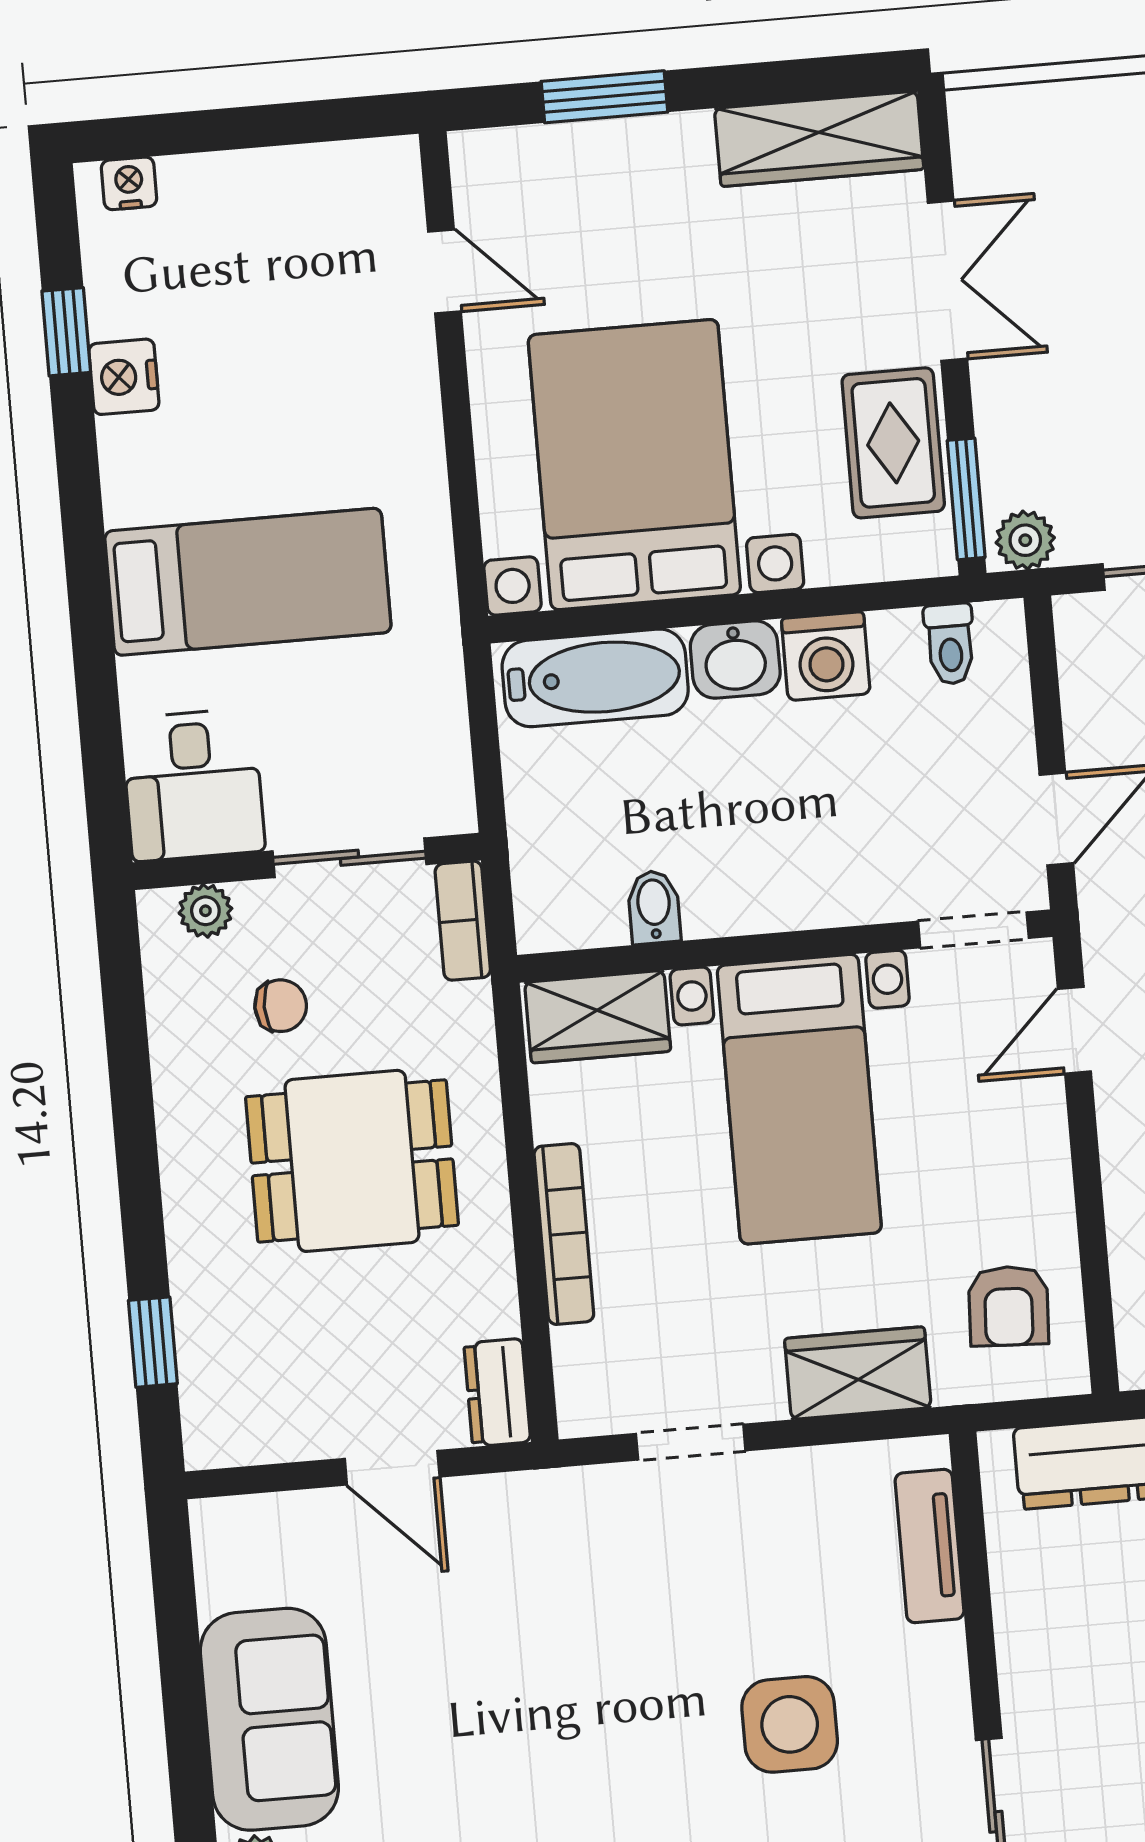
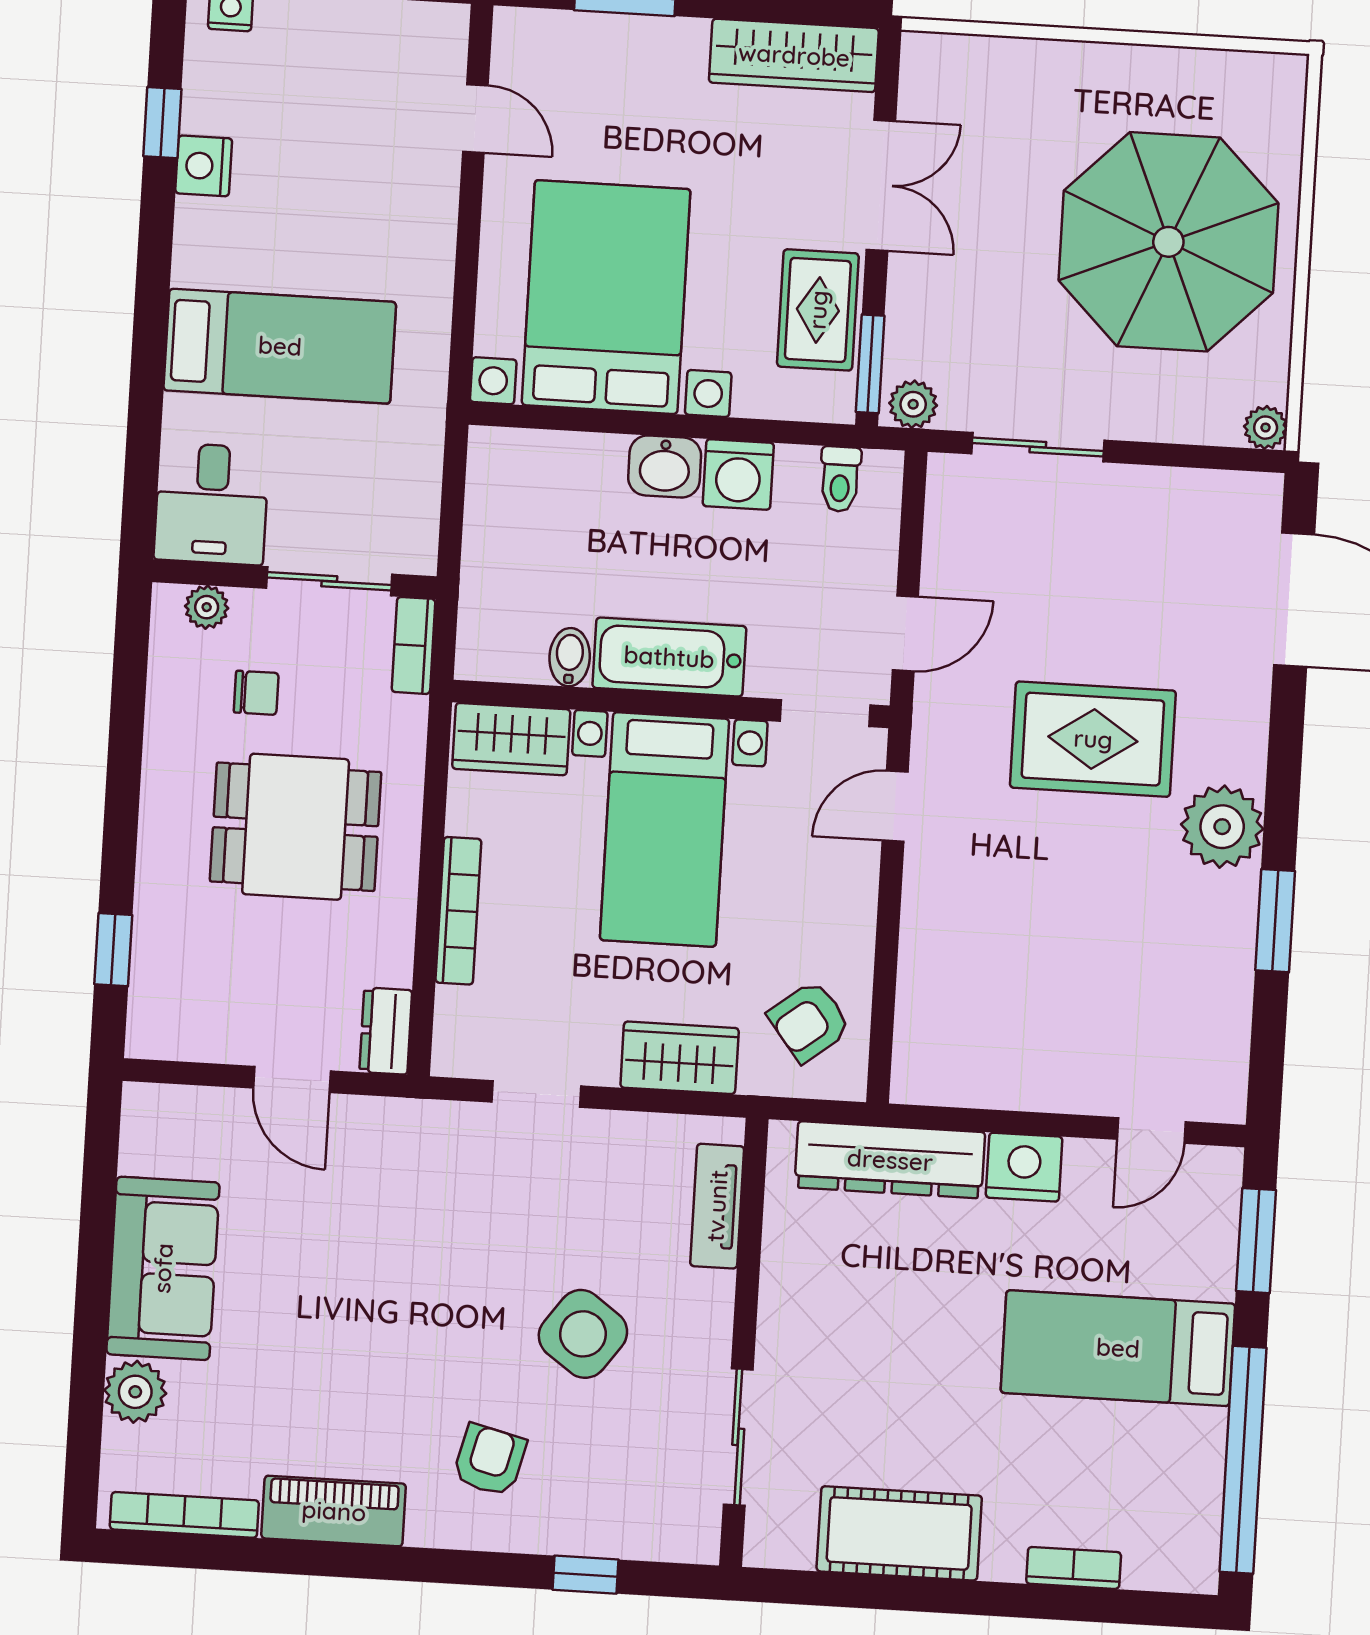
bathtub: (595, 678) -> (669, 657), moved, turned 180
armchair: (1009, 1306) -> (809, 1021), turned 49
side table: (790, 1724) -> (583, 1334), turned 36

